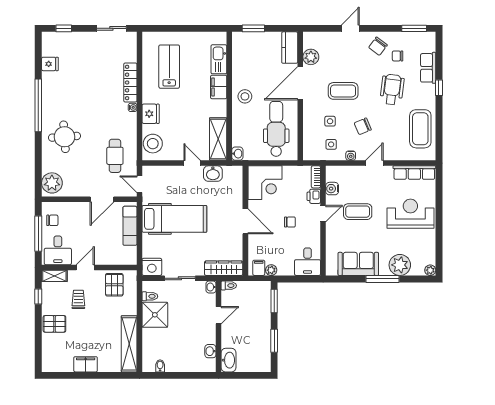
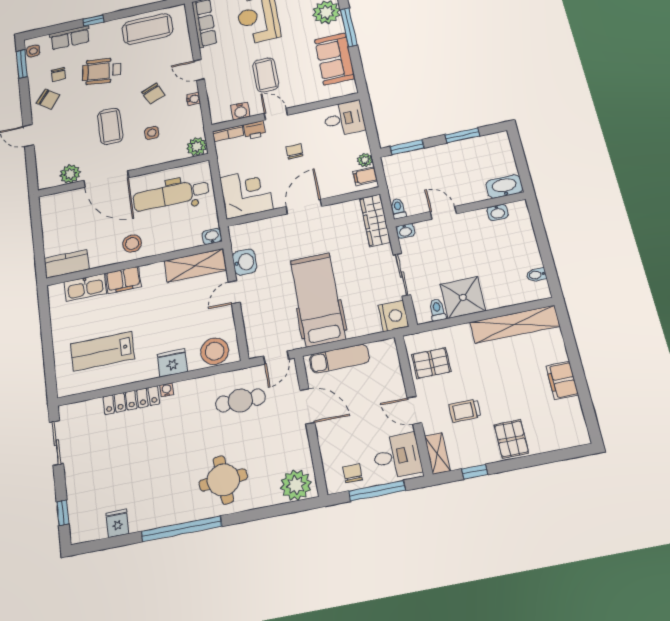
window: (253, 28) -> (39, 252), removed
kitchen counter: (290, 48) -> (67, 264), moved, turned 180
side table: (331, 144) -> (33, 51), moved
plant: (311, 153) -> (197, 147), added

